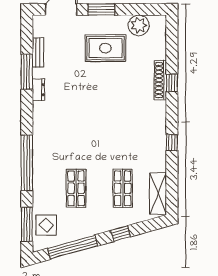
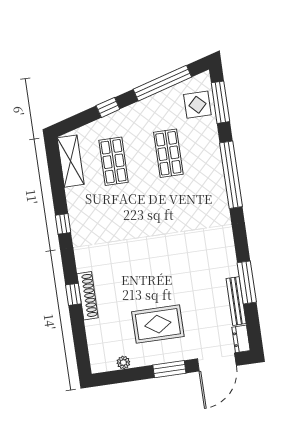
plant: (139, 25) -> (123, 362), width x0.53, depth x0.53
bench: (38, 52) -> (236, 301), width x1.36
dresser: (38, 90) -> (241, 339), moved

